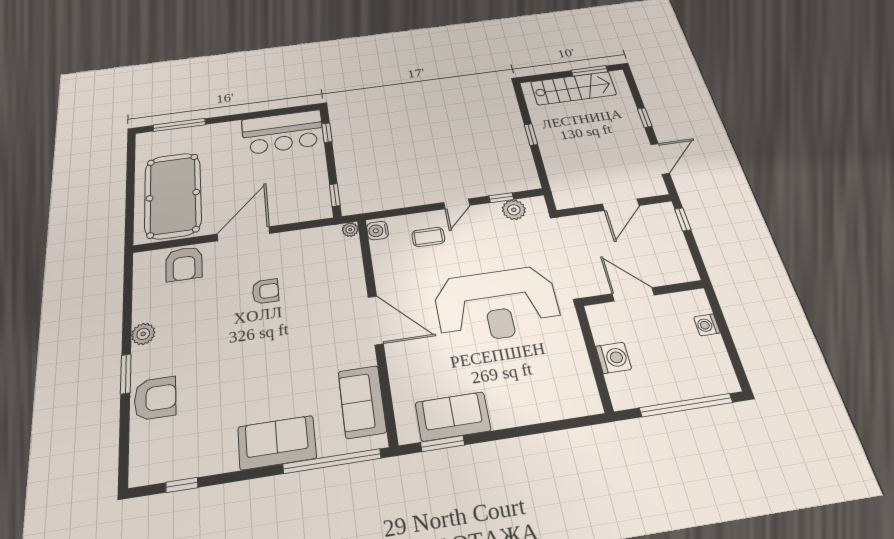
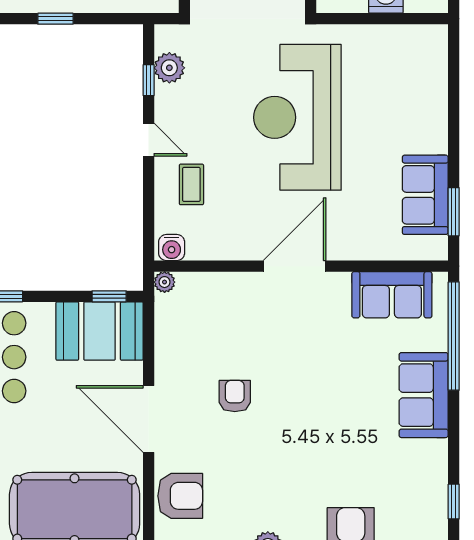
booth: (308, 193) -> (100, 331), added
reception desk: (497, 304) -> (297, 117), turned 180

